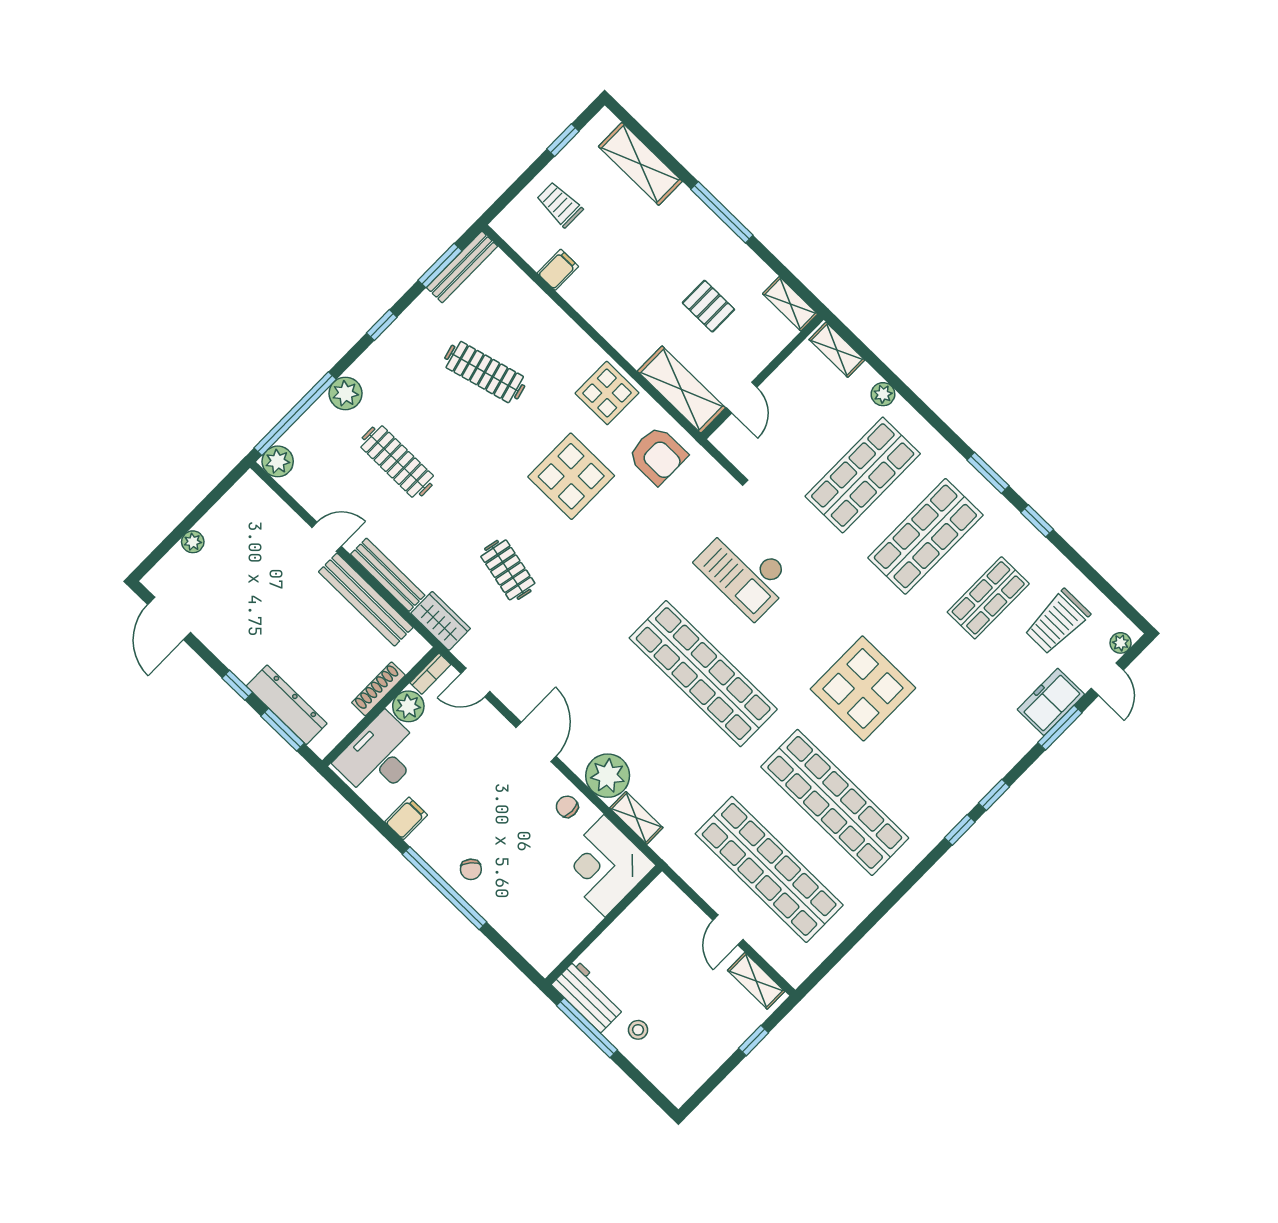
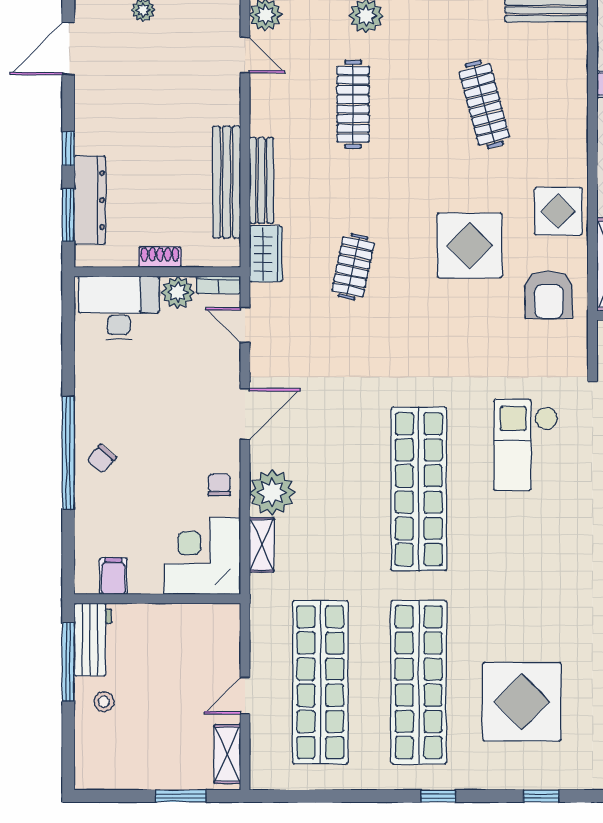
door: (327, 537) -> (245, 55), moved
display table: (863, 688) -> (522, 702), moved
shoe rack: (378, 689) -> (160, 257), width x0.70
filing cabinet: (406, 818) -> (113, 576), moved, turned -90
window: (960, 830) -> (438, 796), moved
window: (754, 1040) -> (181, 796), width x1.50

